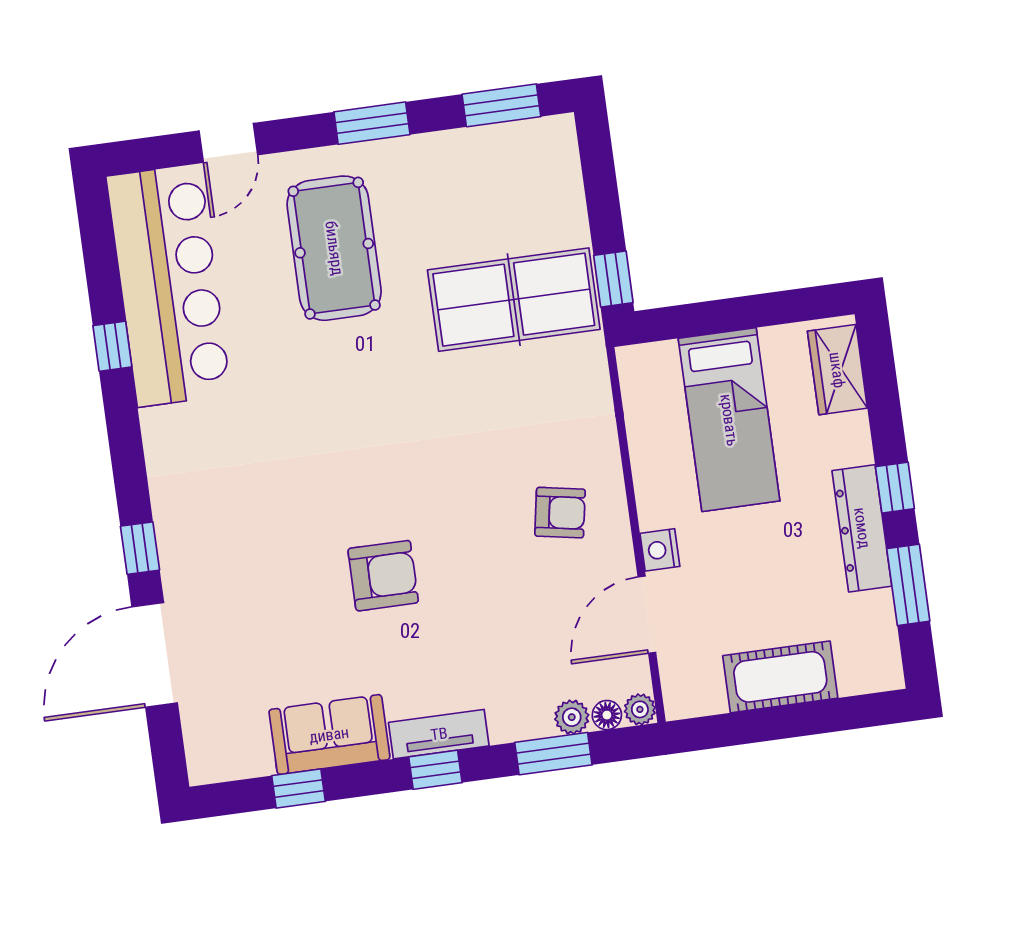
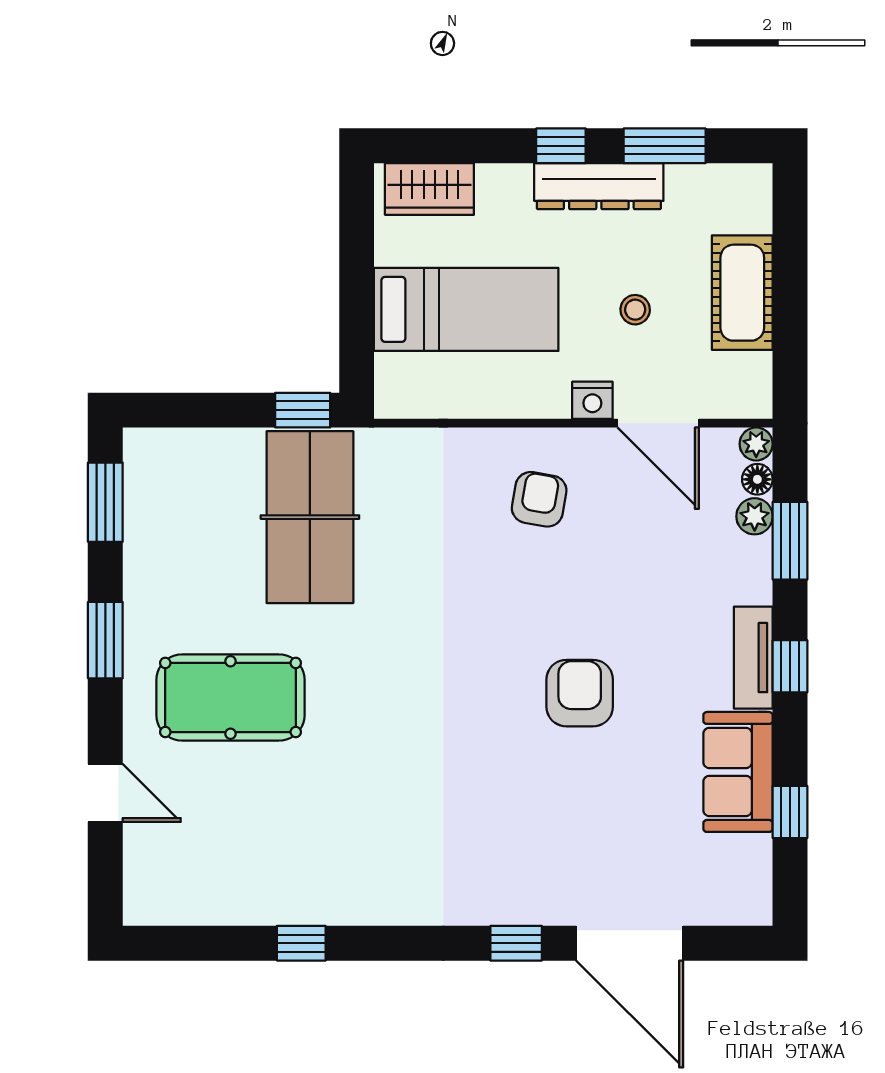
bar counter: (169, 285) -> (246, 876), removed
stool: (751, 578) -> (635, 310), added

